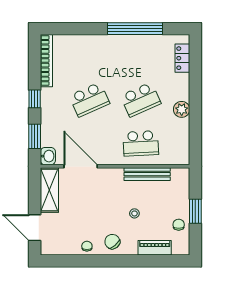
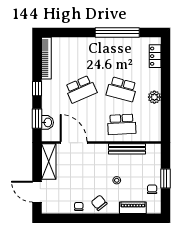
school desk: (141, 100) -> (122, 89), turned 39
washbasin: (48, 156) -> (48, 122), moved

